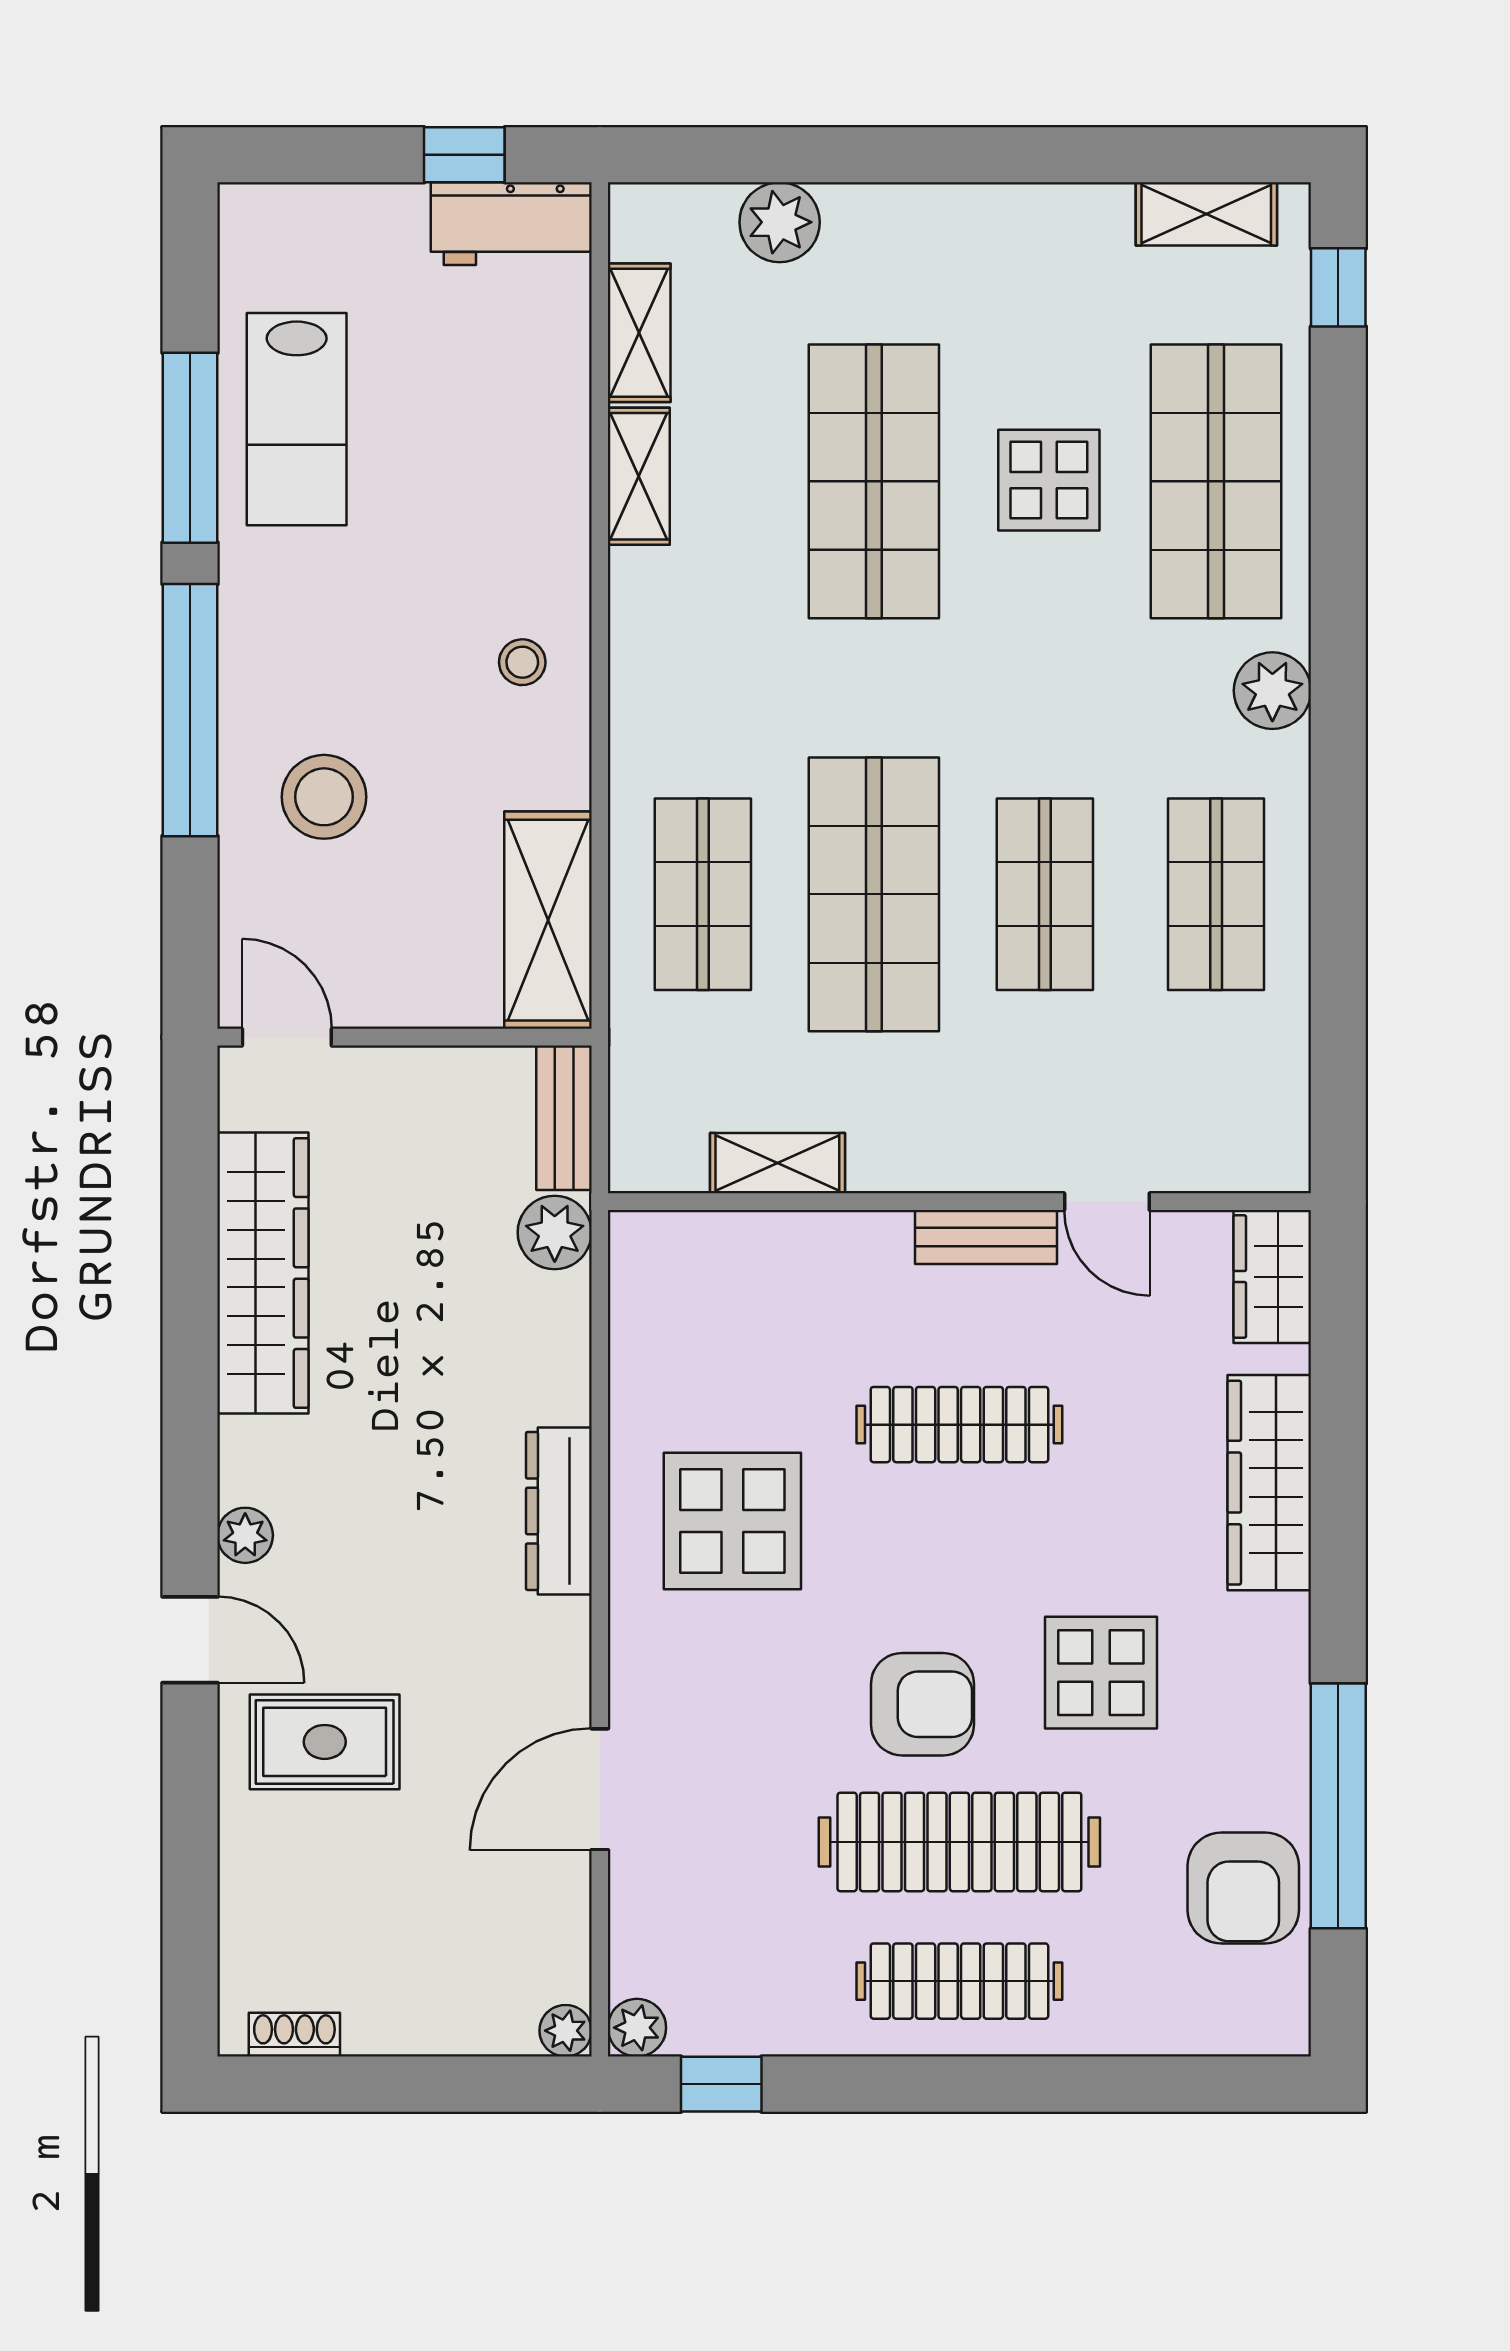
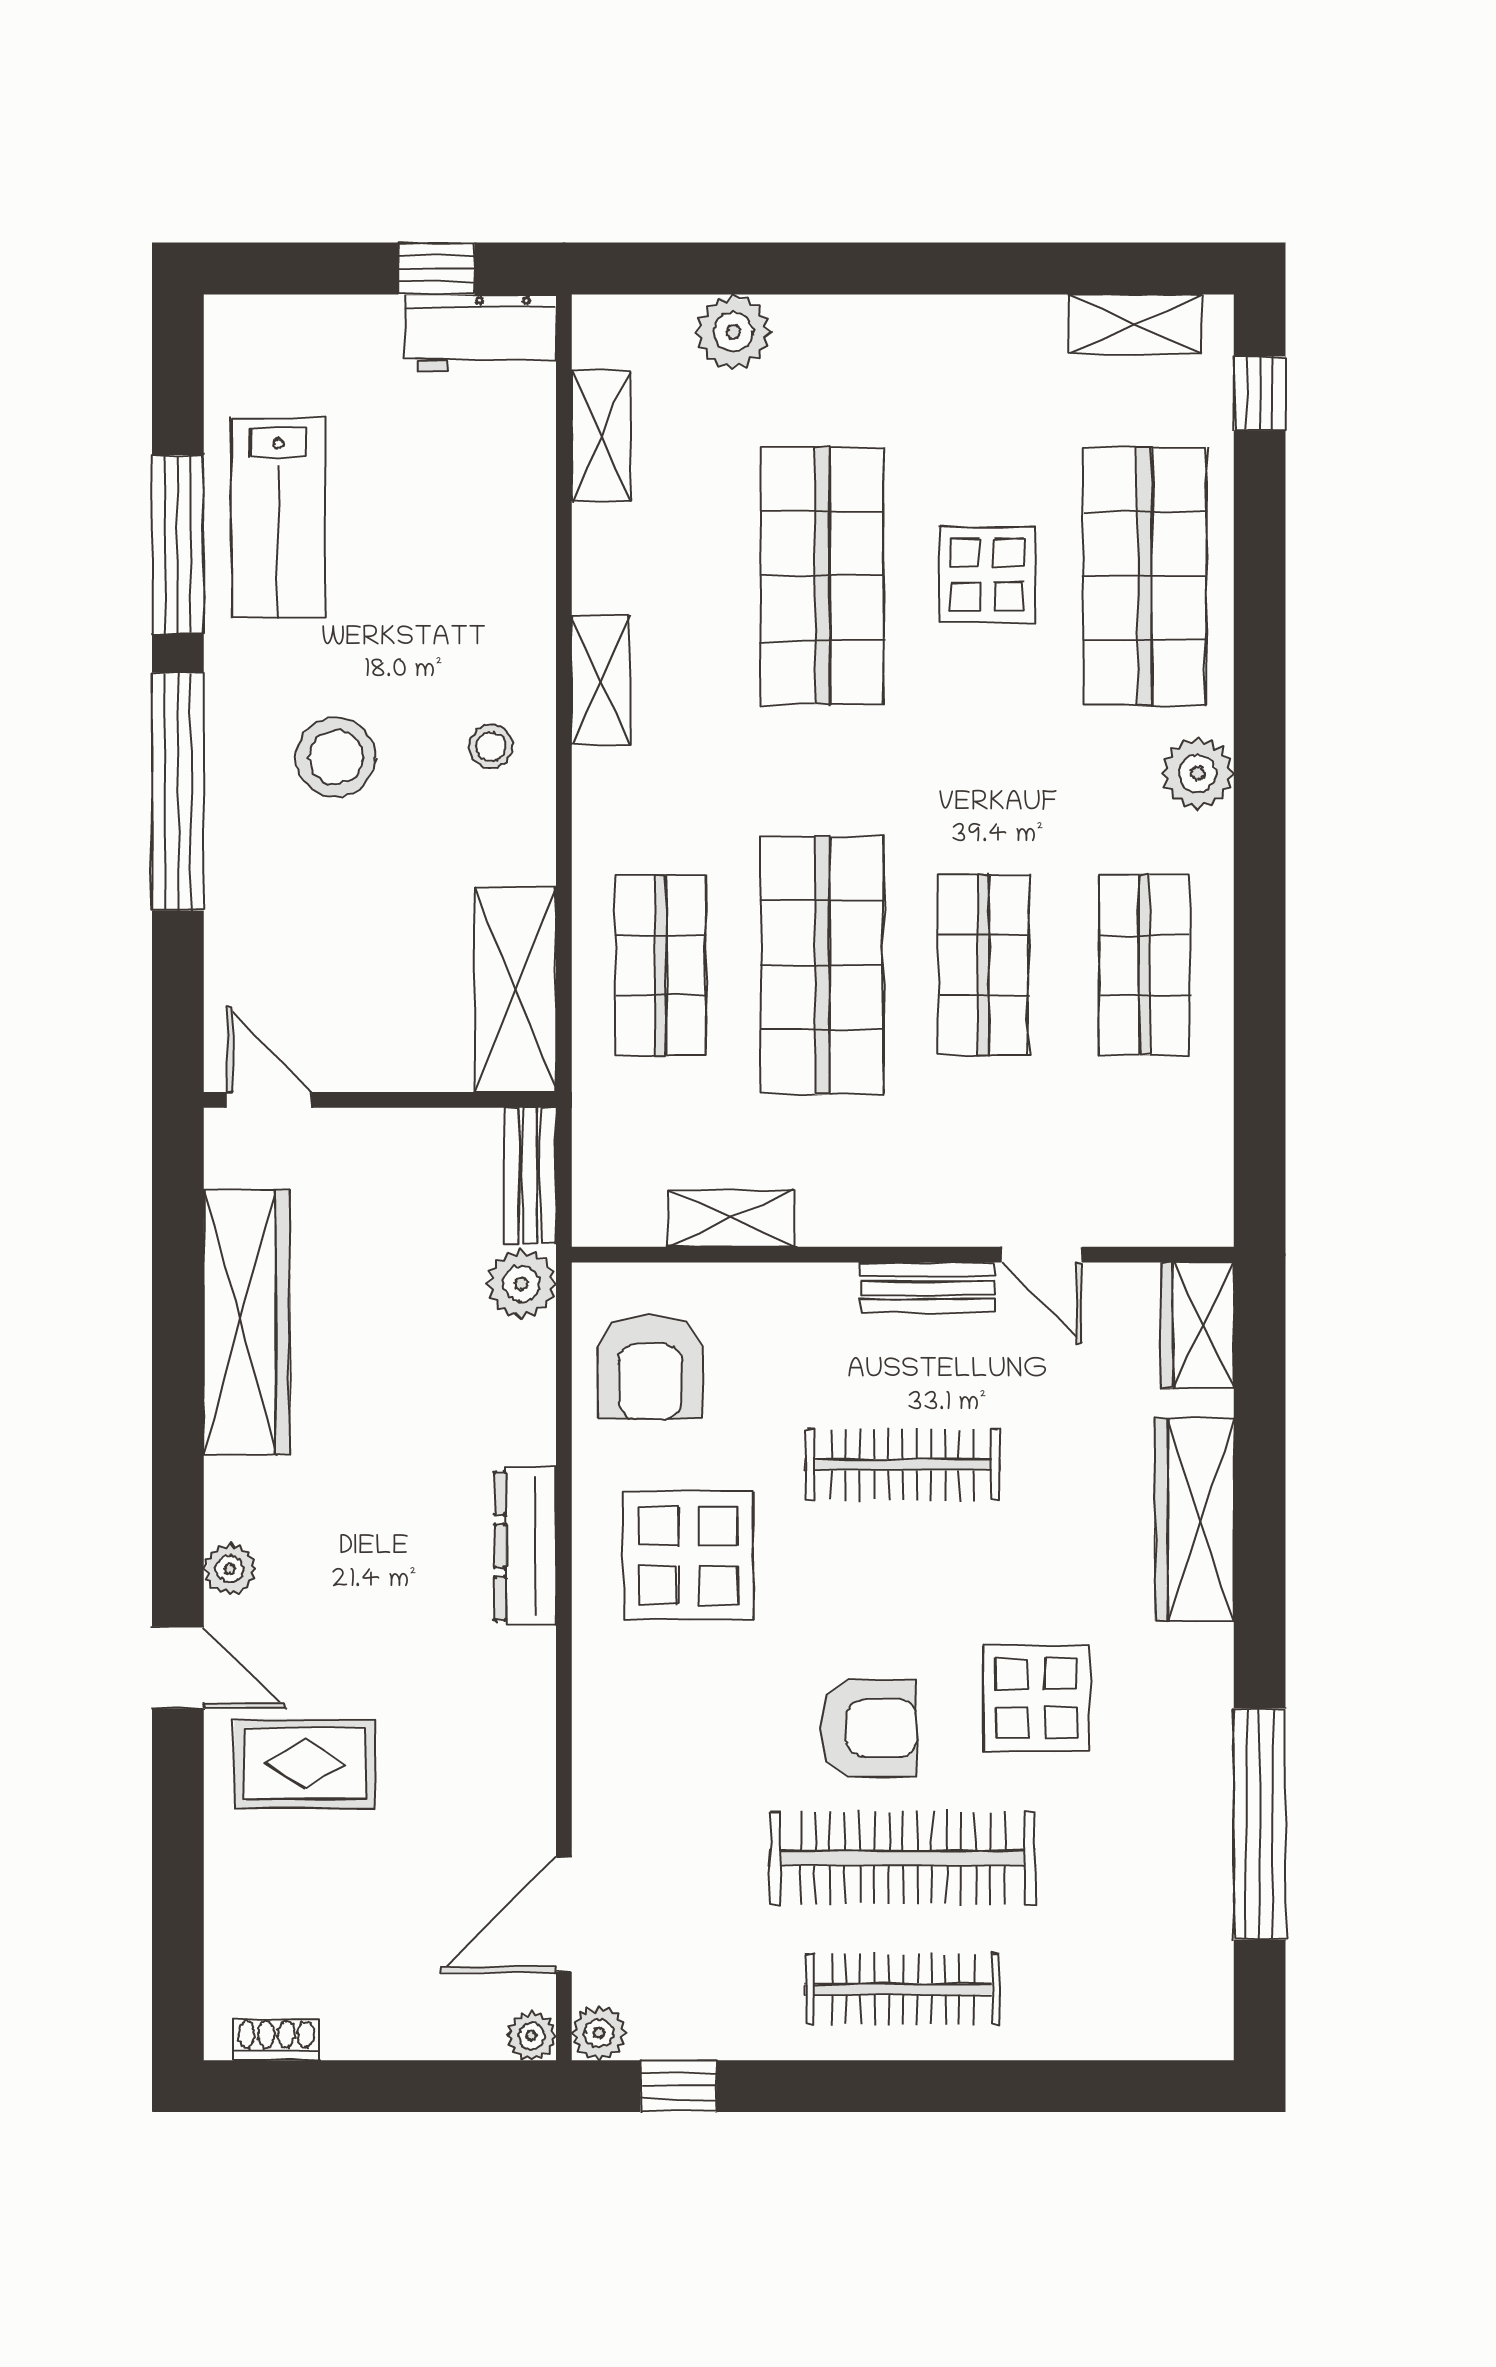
shelving: (639, 476) -> (601, 680), moved
stool: (324, 797) -> (336, 757), moved
door: (600, 1789) -> (564, 1914), moved
armchair: (1243, 1888) -> (650, 1367), moved

